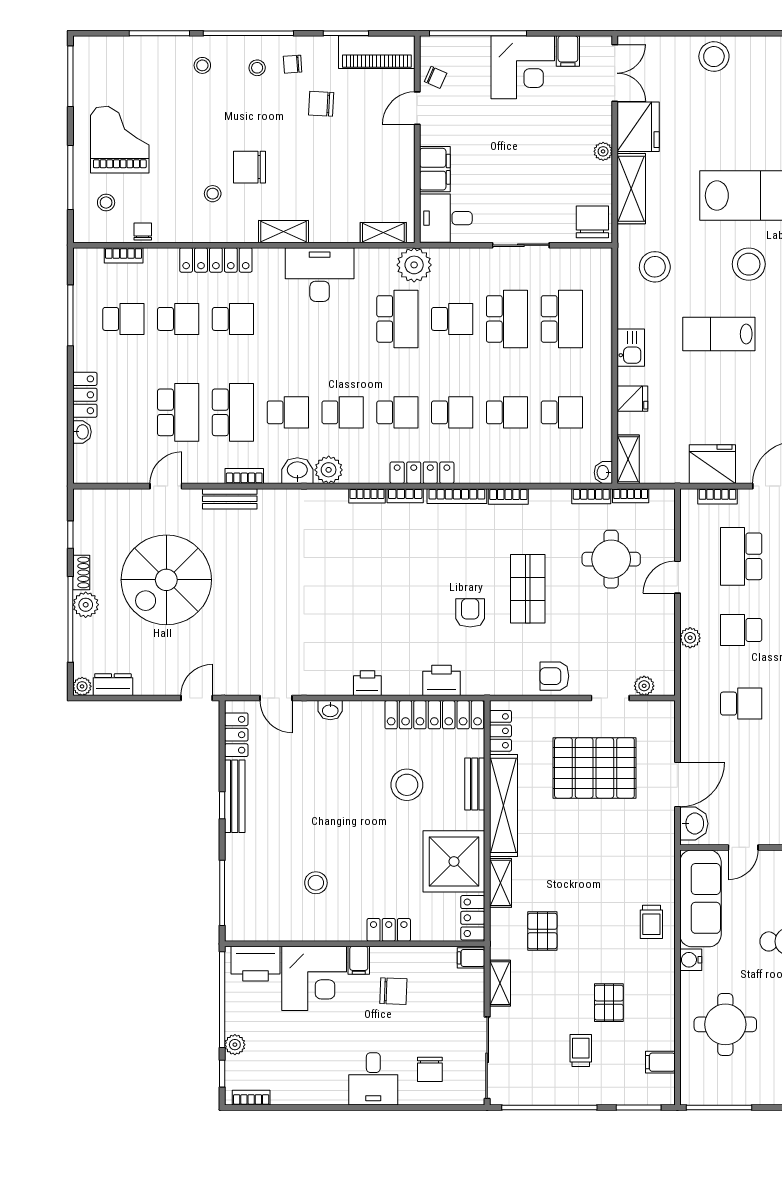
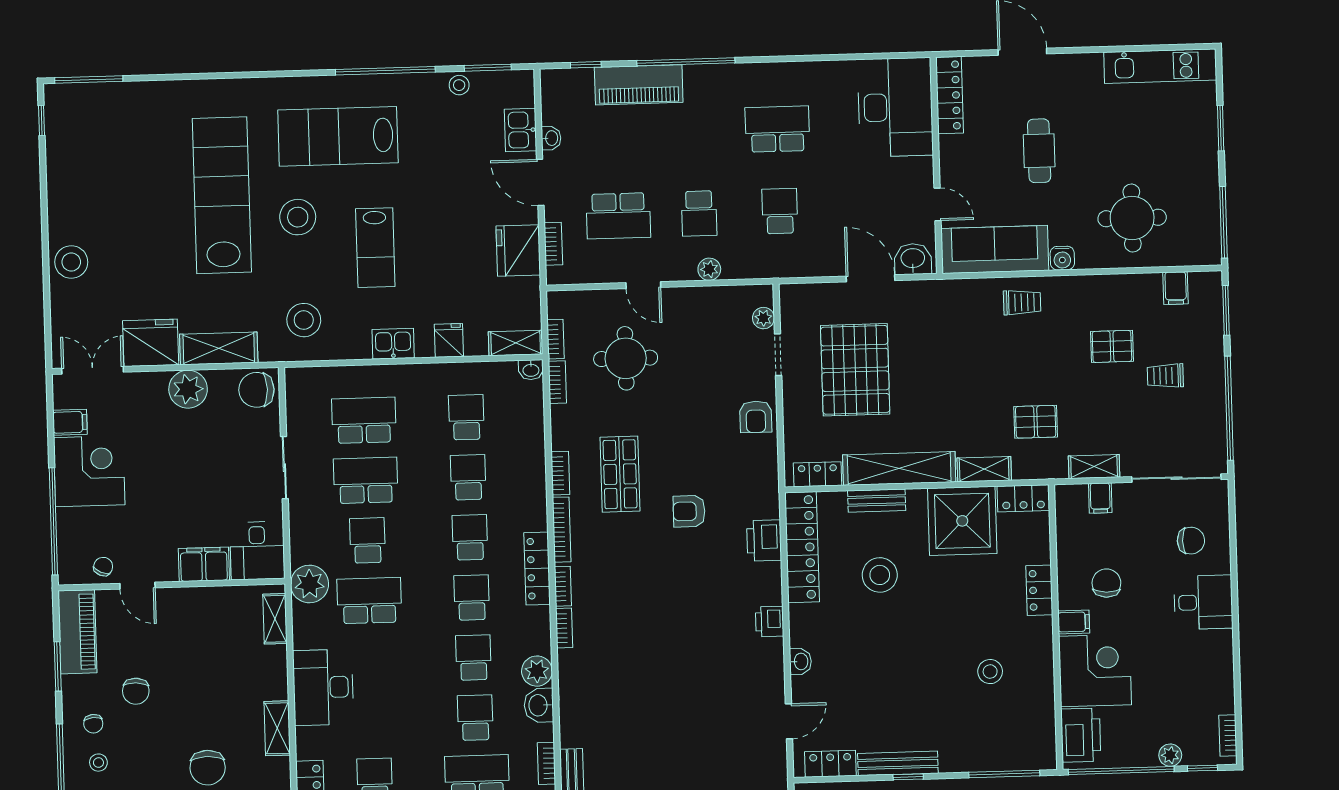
plant: (603, 151) -> (188, 389), width x1.88, depth x1.88
shop shelf: (528, 589) -> (620, 474), moved, turned 90
filing cabinet: (471, 958) -> (1100, 498), moved

